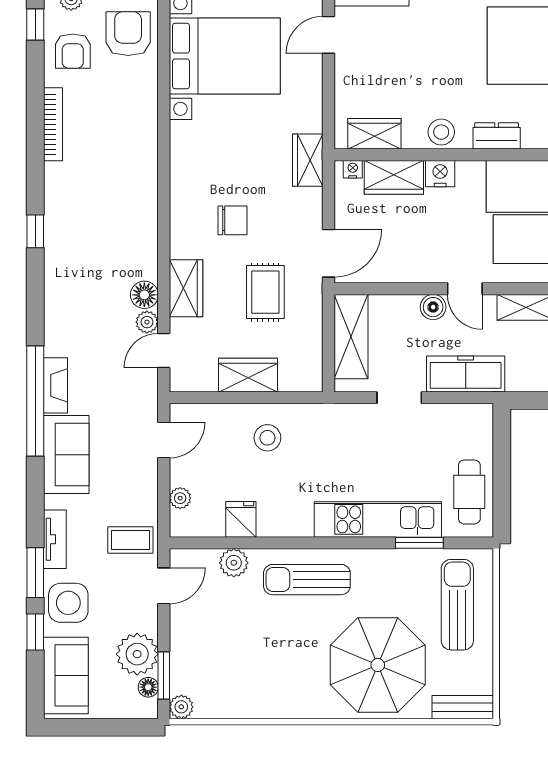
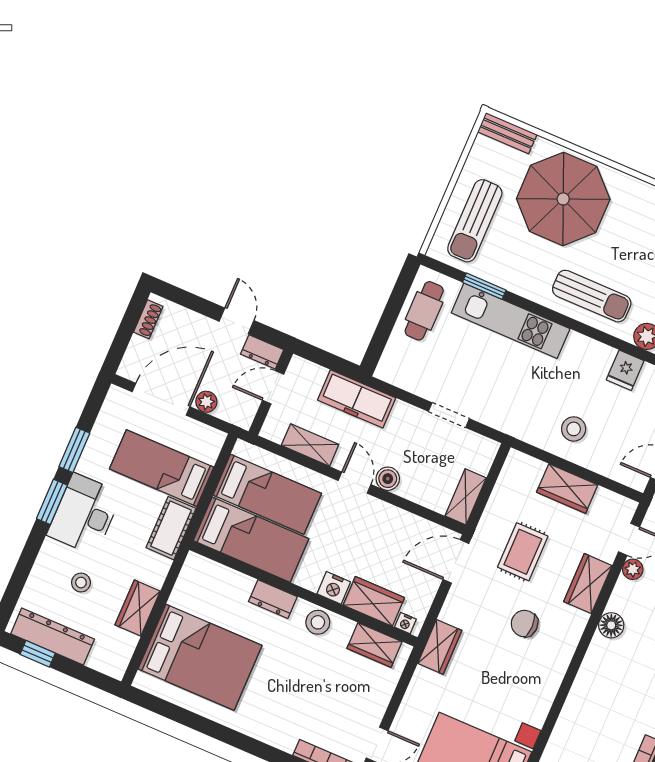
floor lamp: (144, 295) -> (611, 625), moved
shelving: (351, 337) -> (466, 497), width x0.67, depth x0.75
freezer: (466, 374) -> (357, 399), moved

